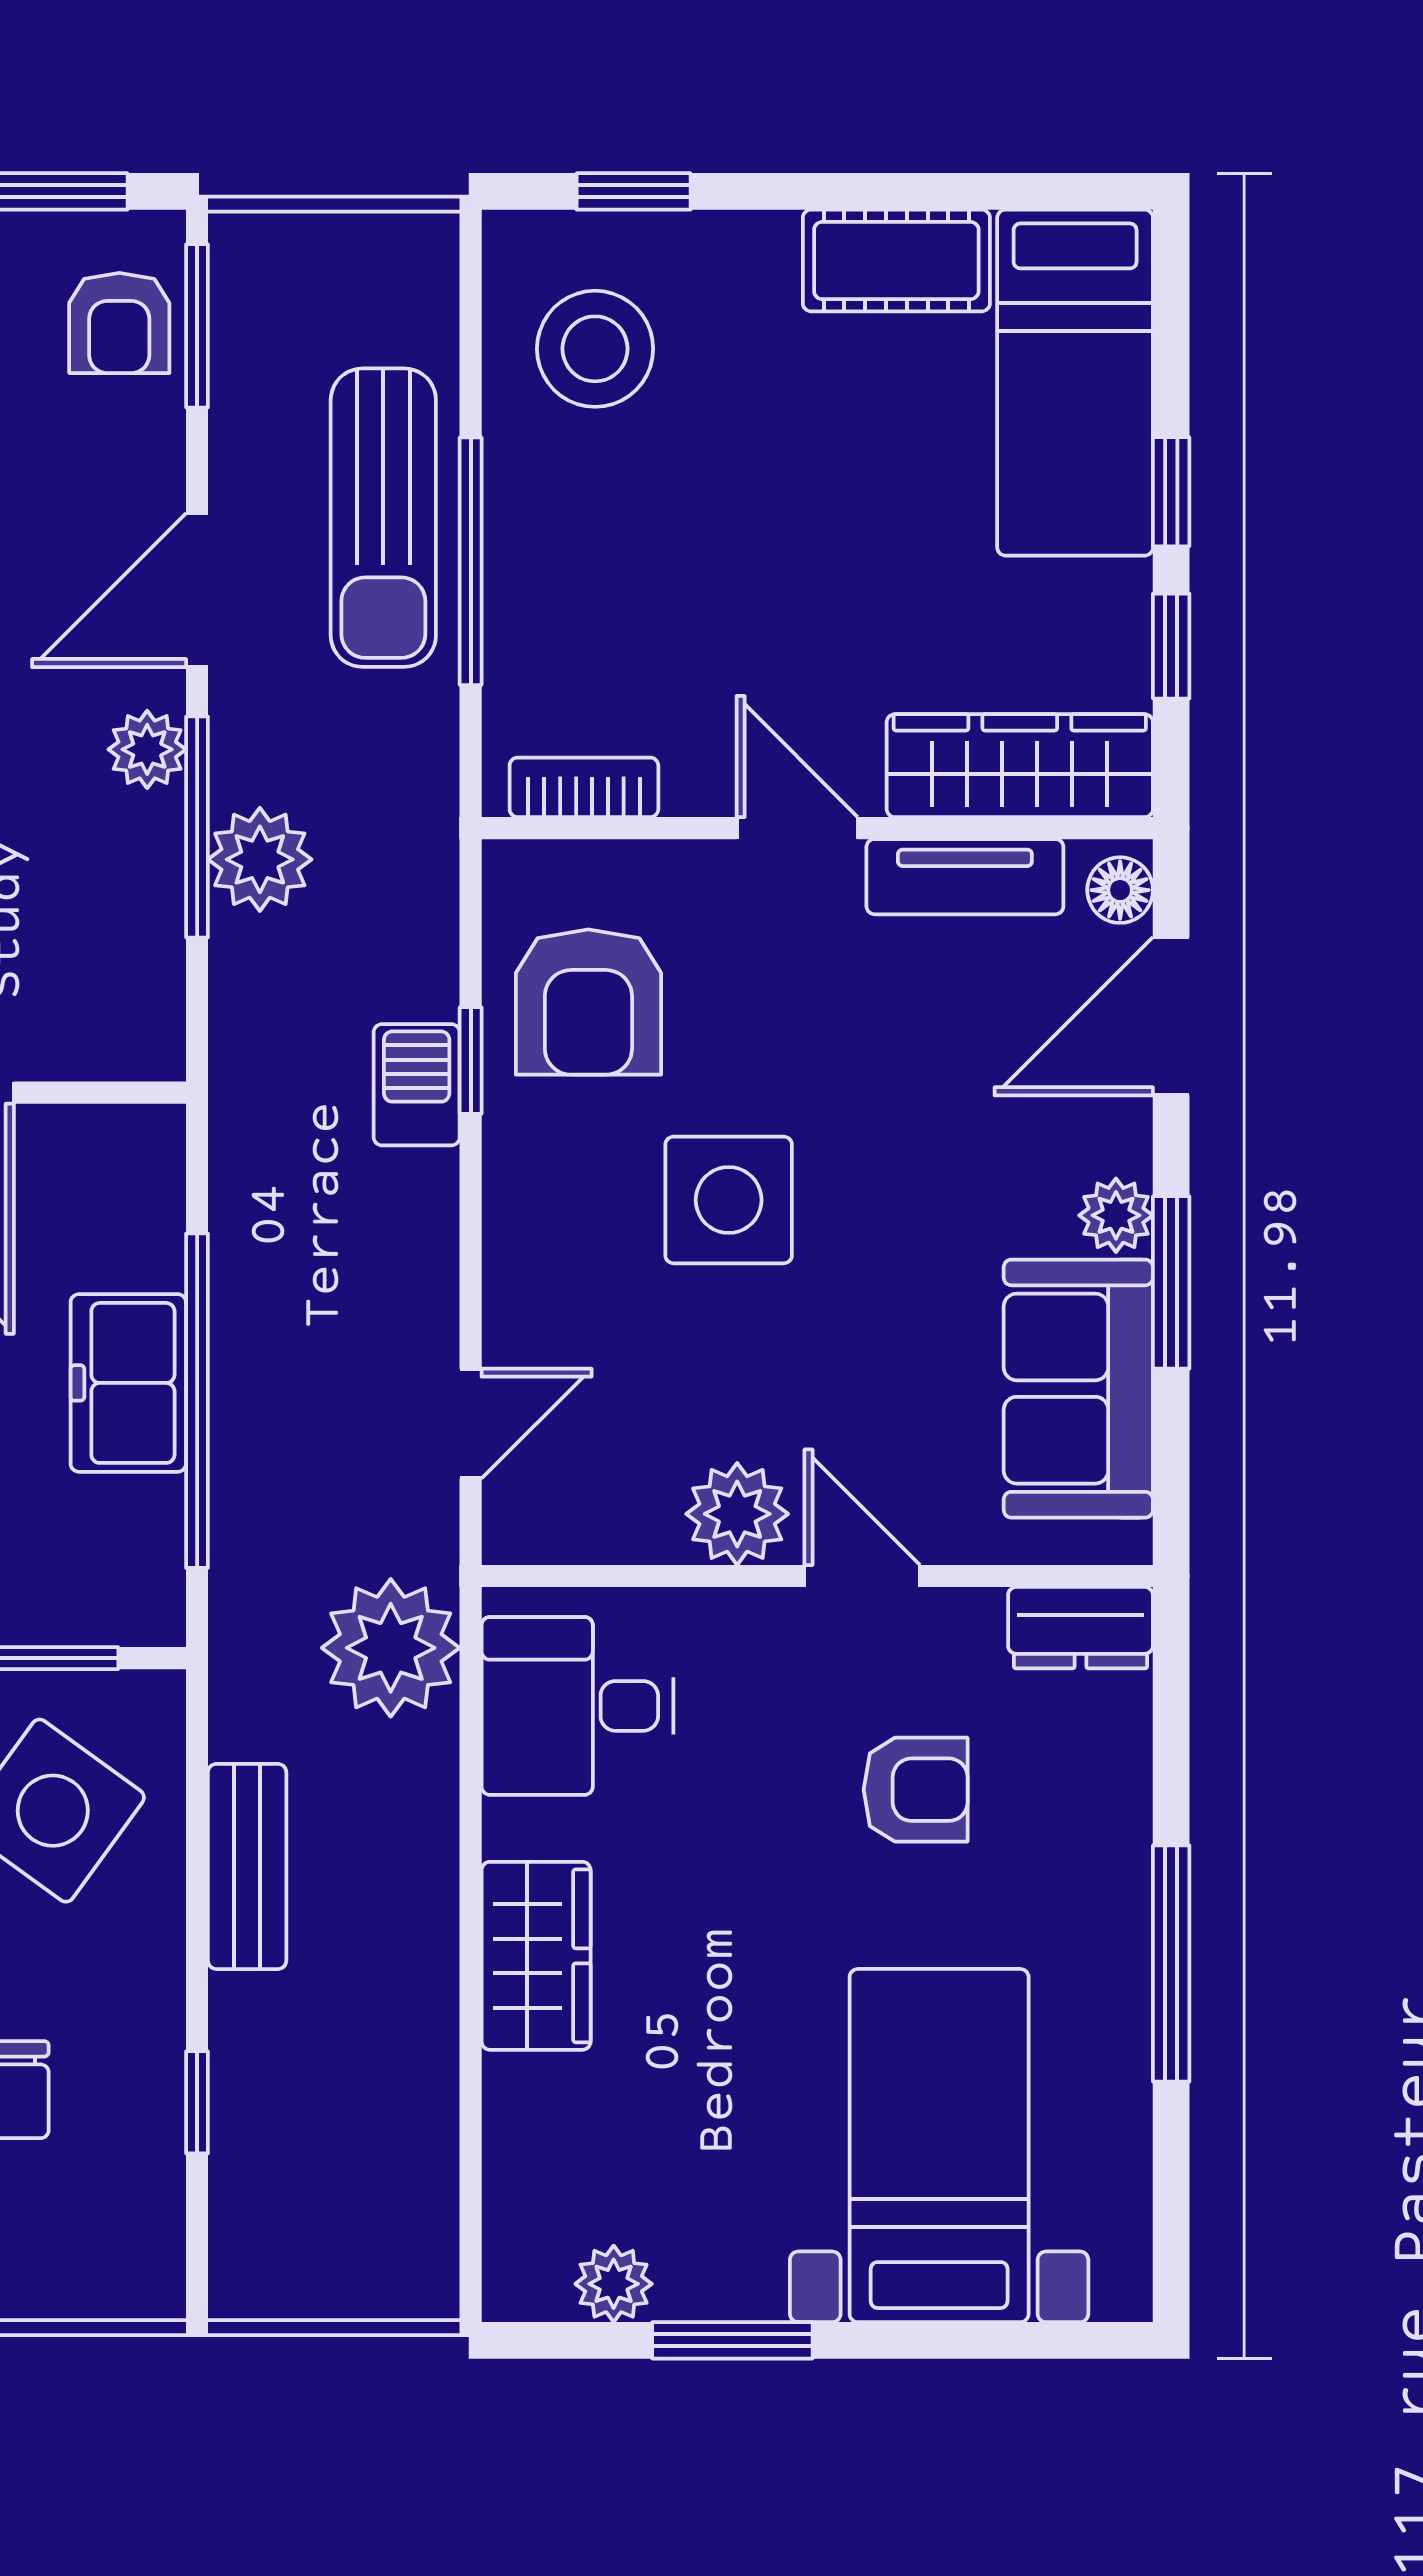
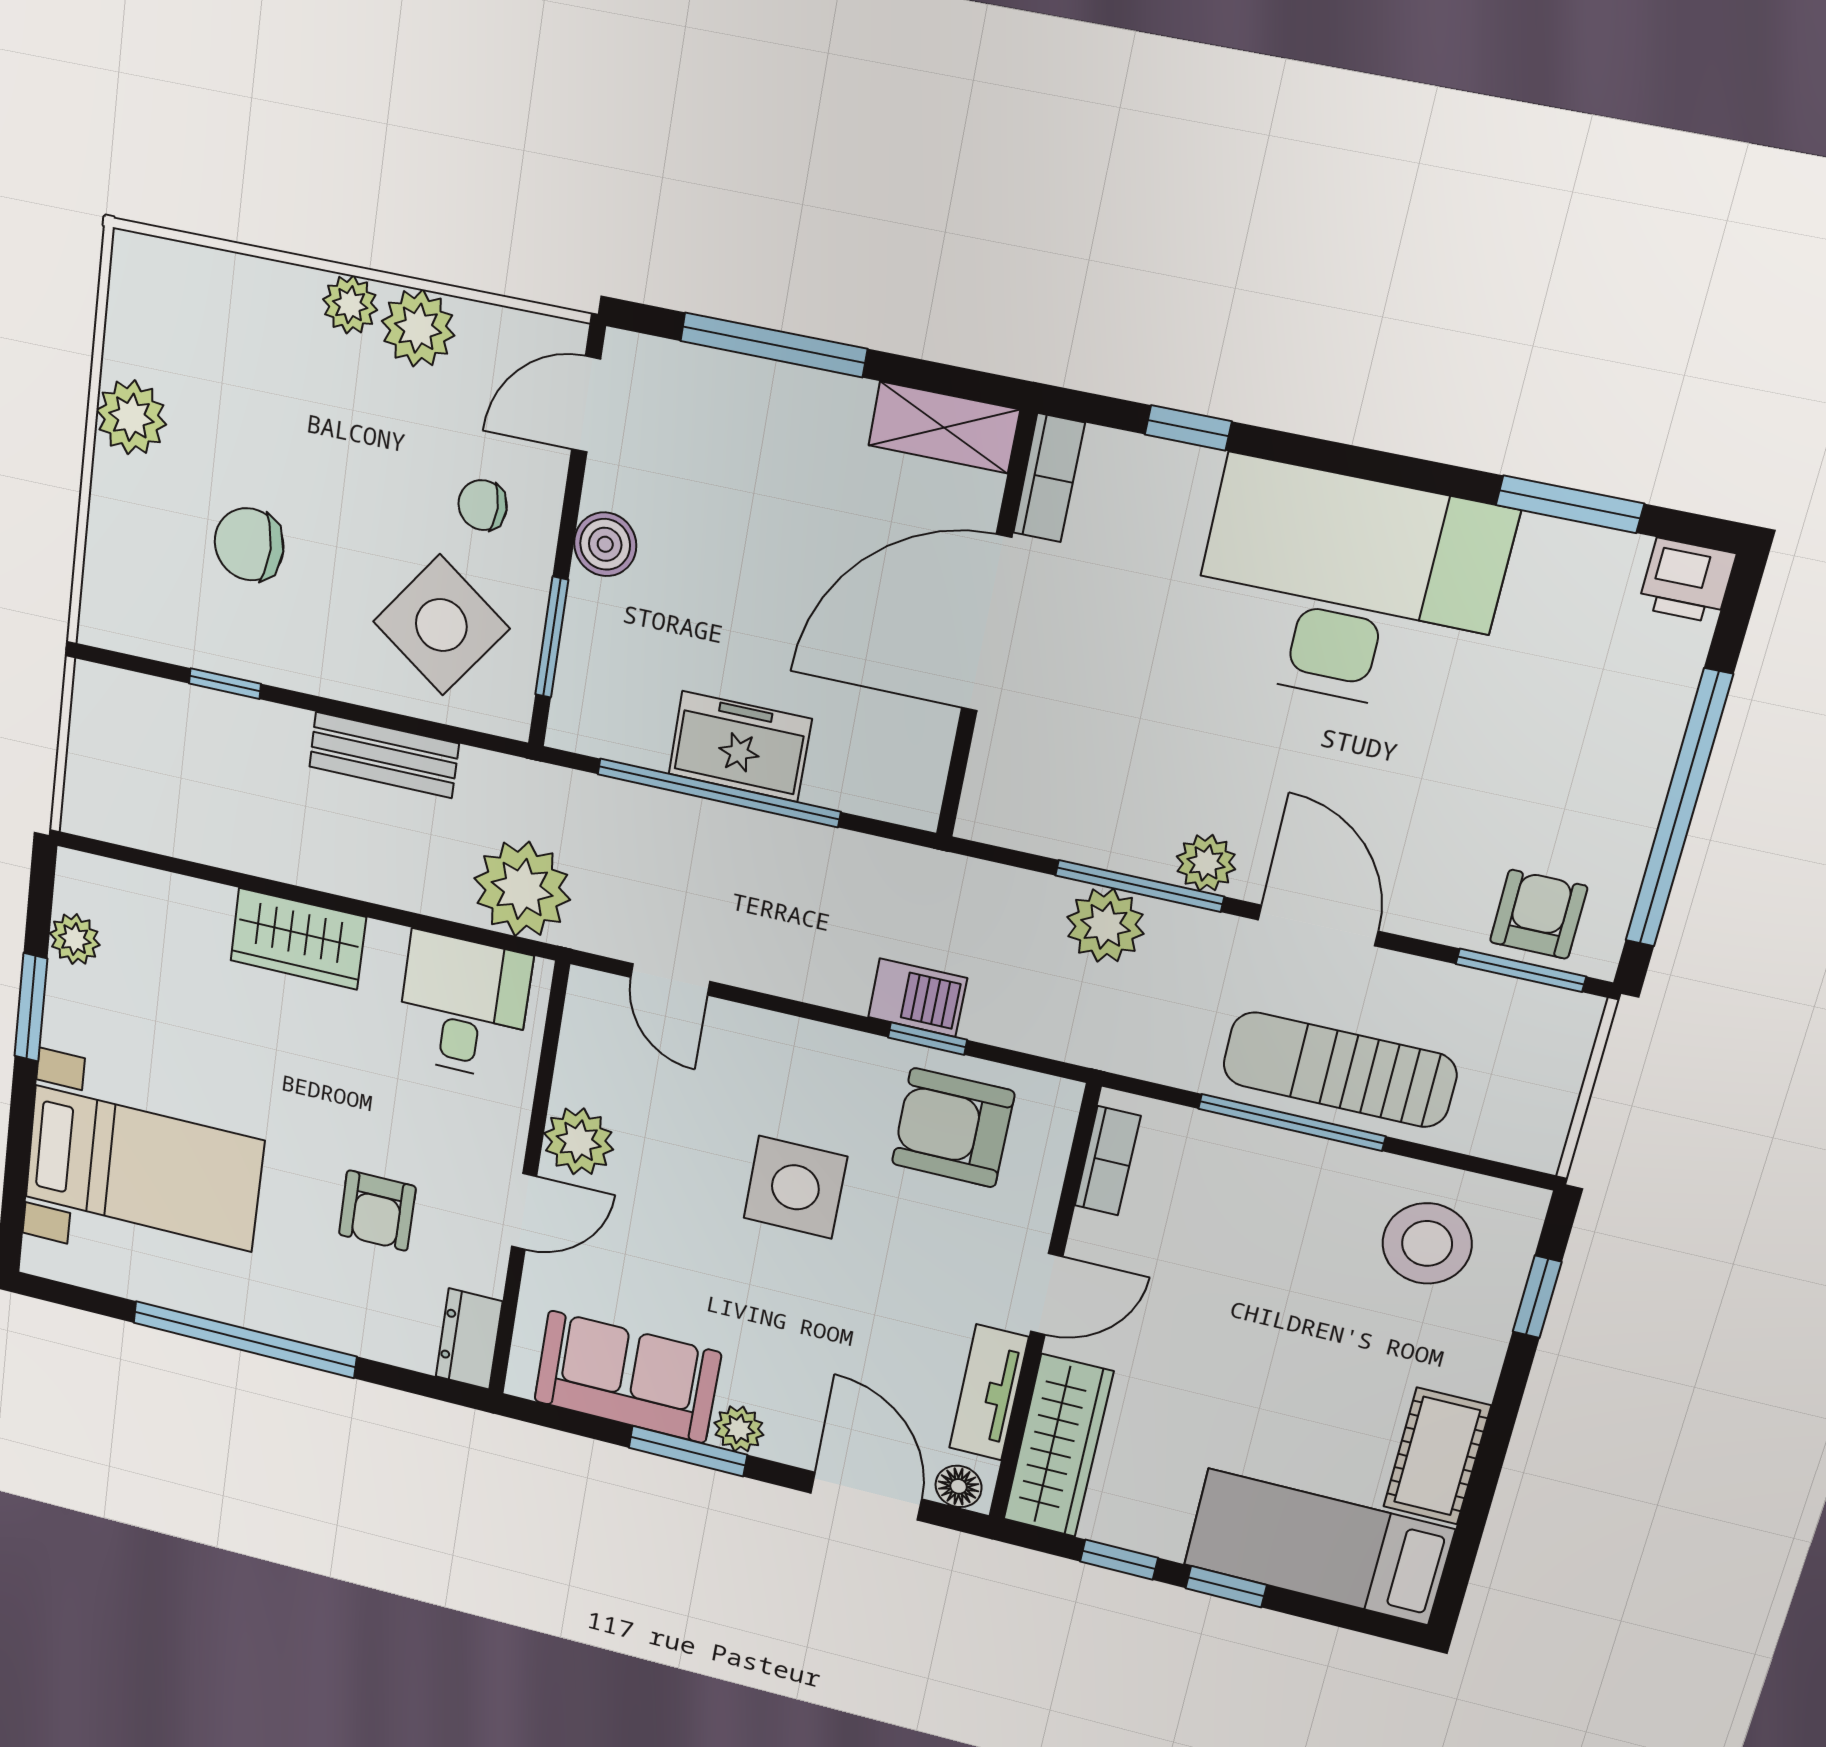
armchair: (119, 323) -> (1539, 914), turned 90
window: (1171, 1963) -> (245, 1340), width x1.46

